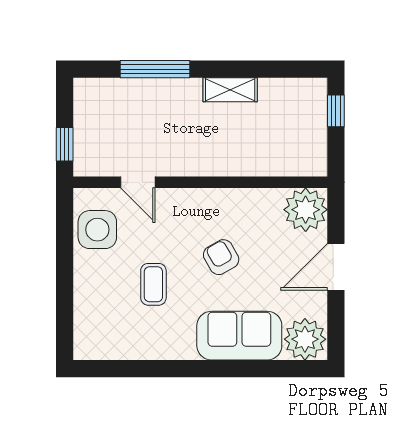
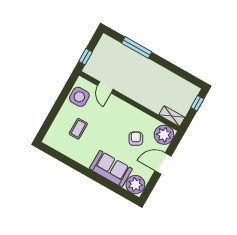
shelving: (230, 90) -> (172, 116), moved
armchair: (221, 257) -> (136, 139), moved
coffee table: (153, 284) -> (78, 129), moved

